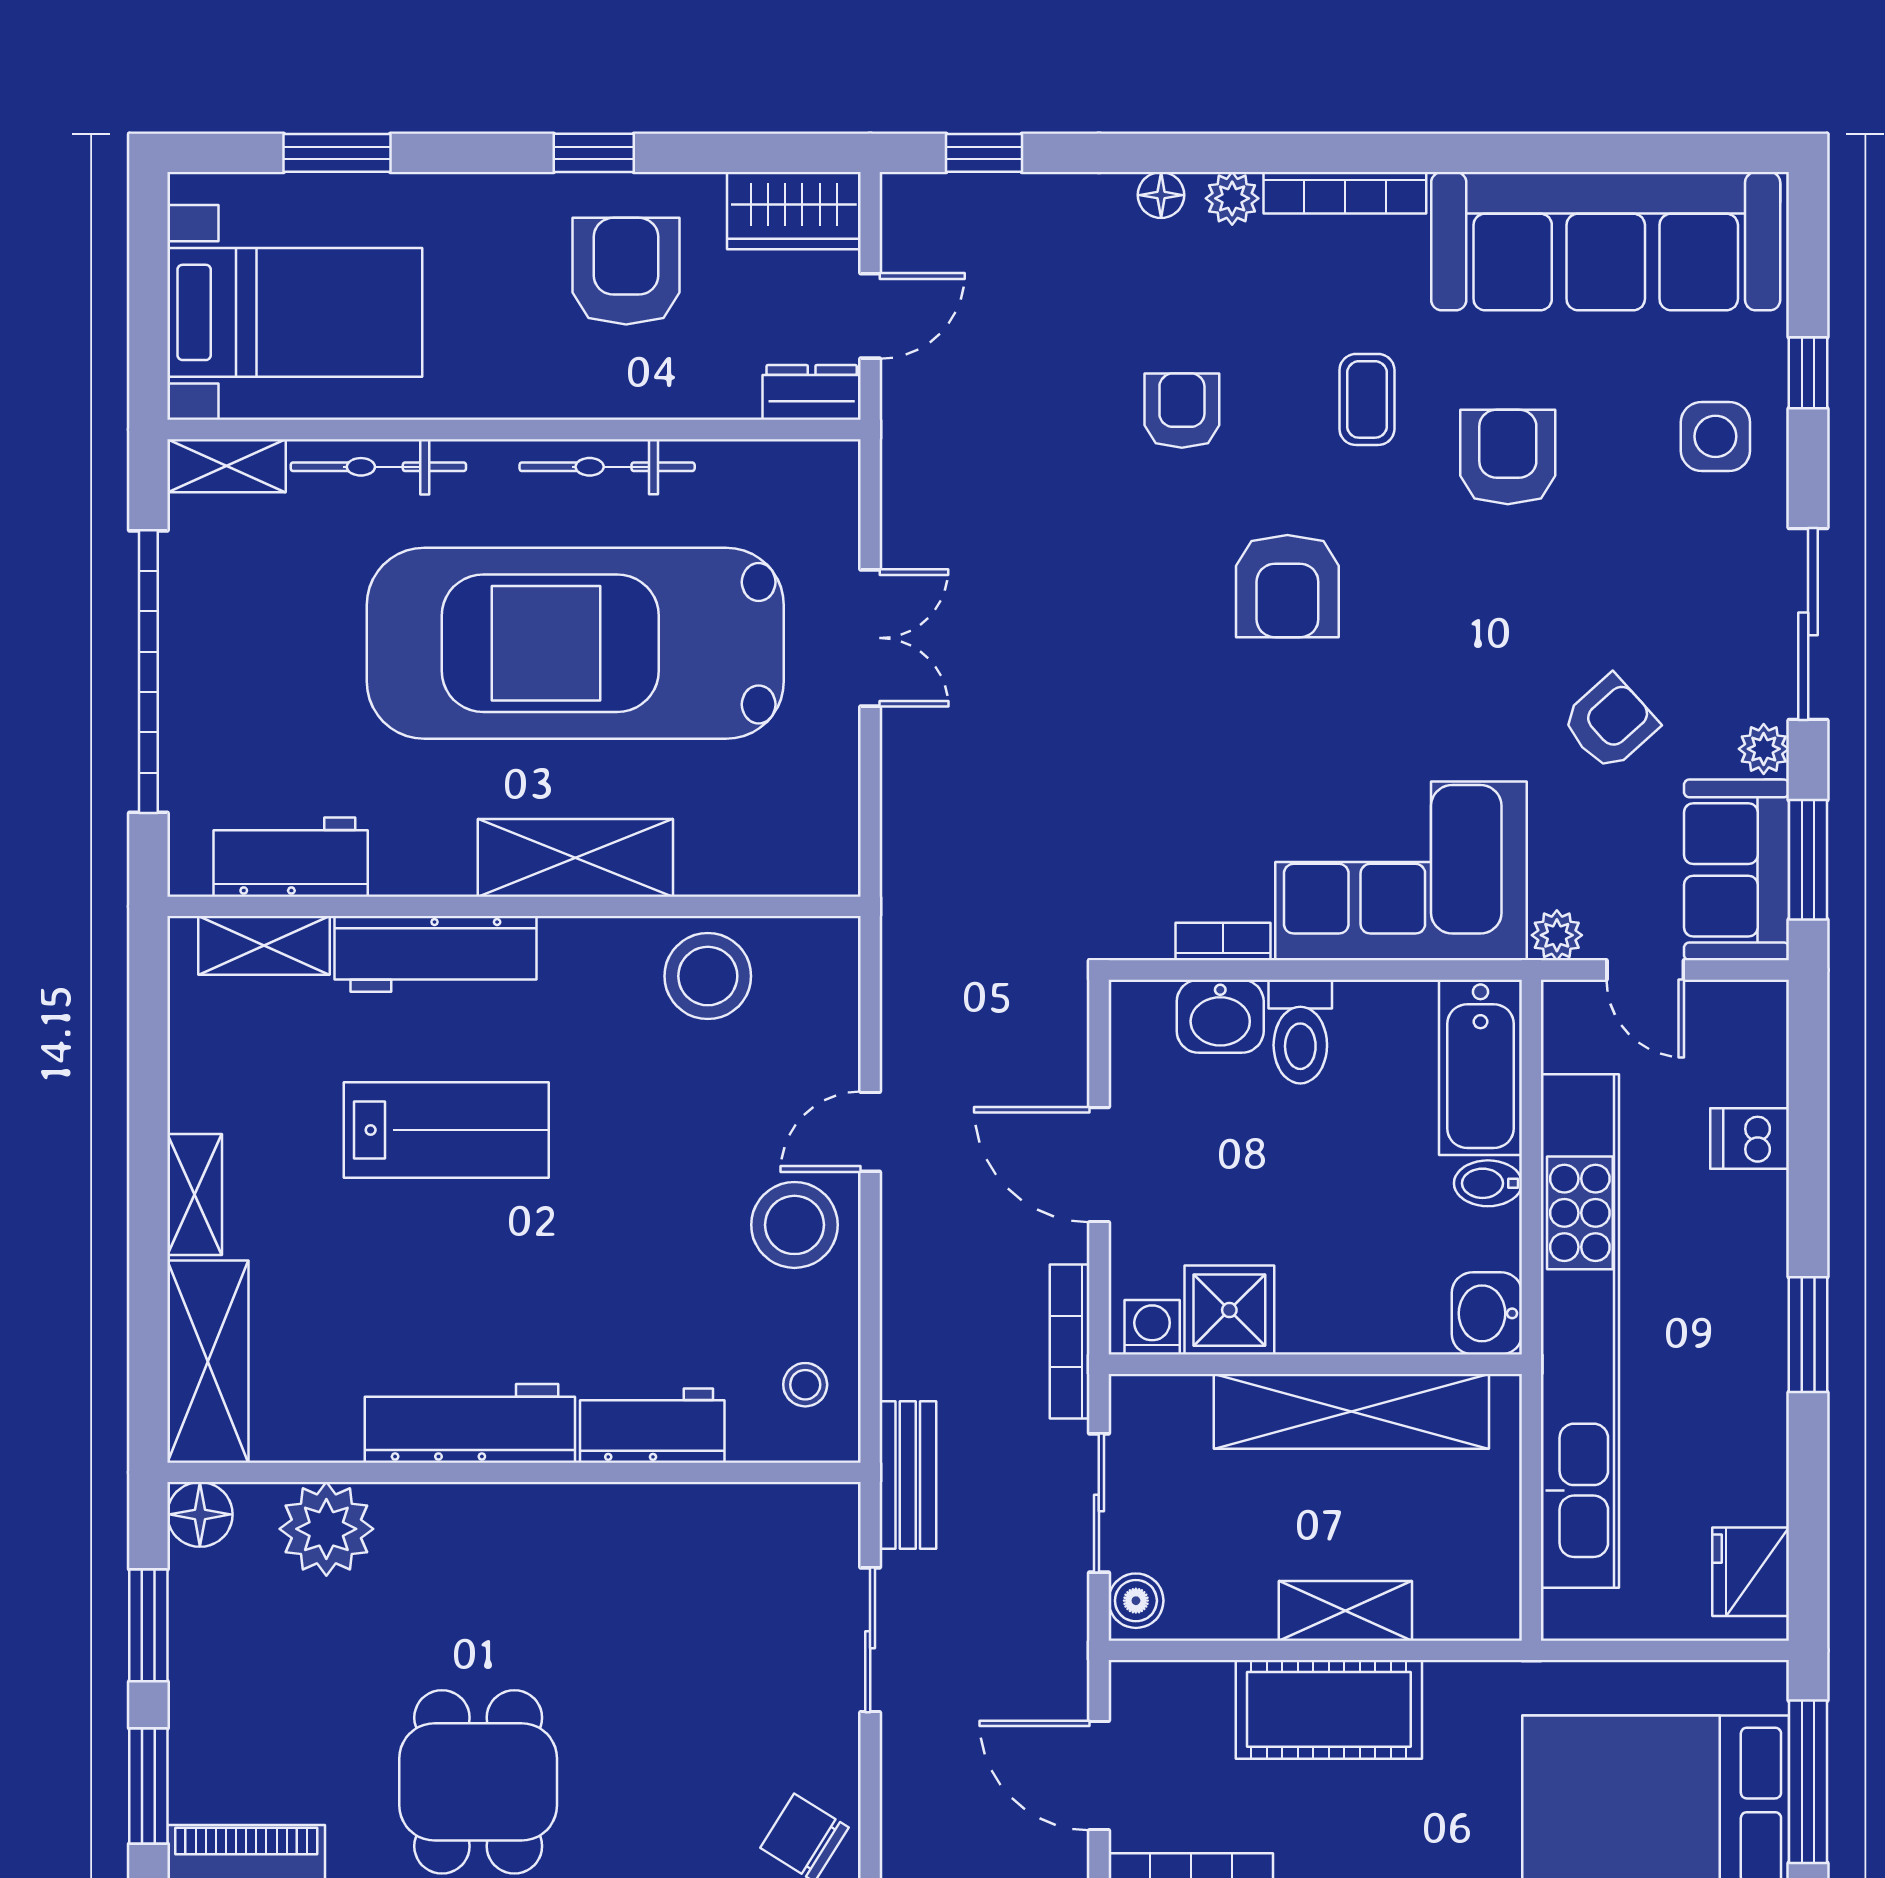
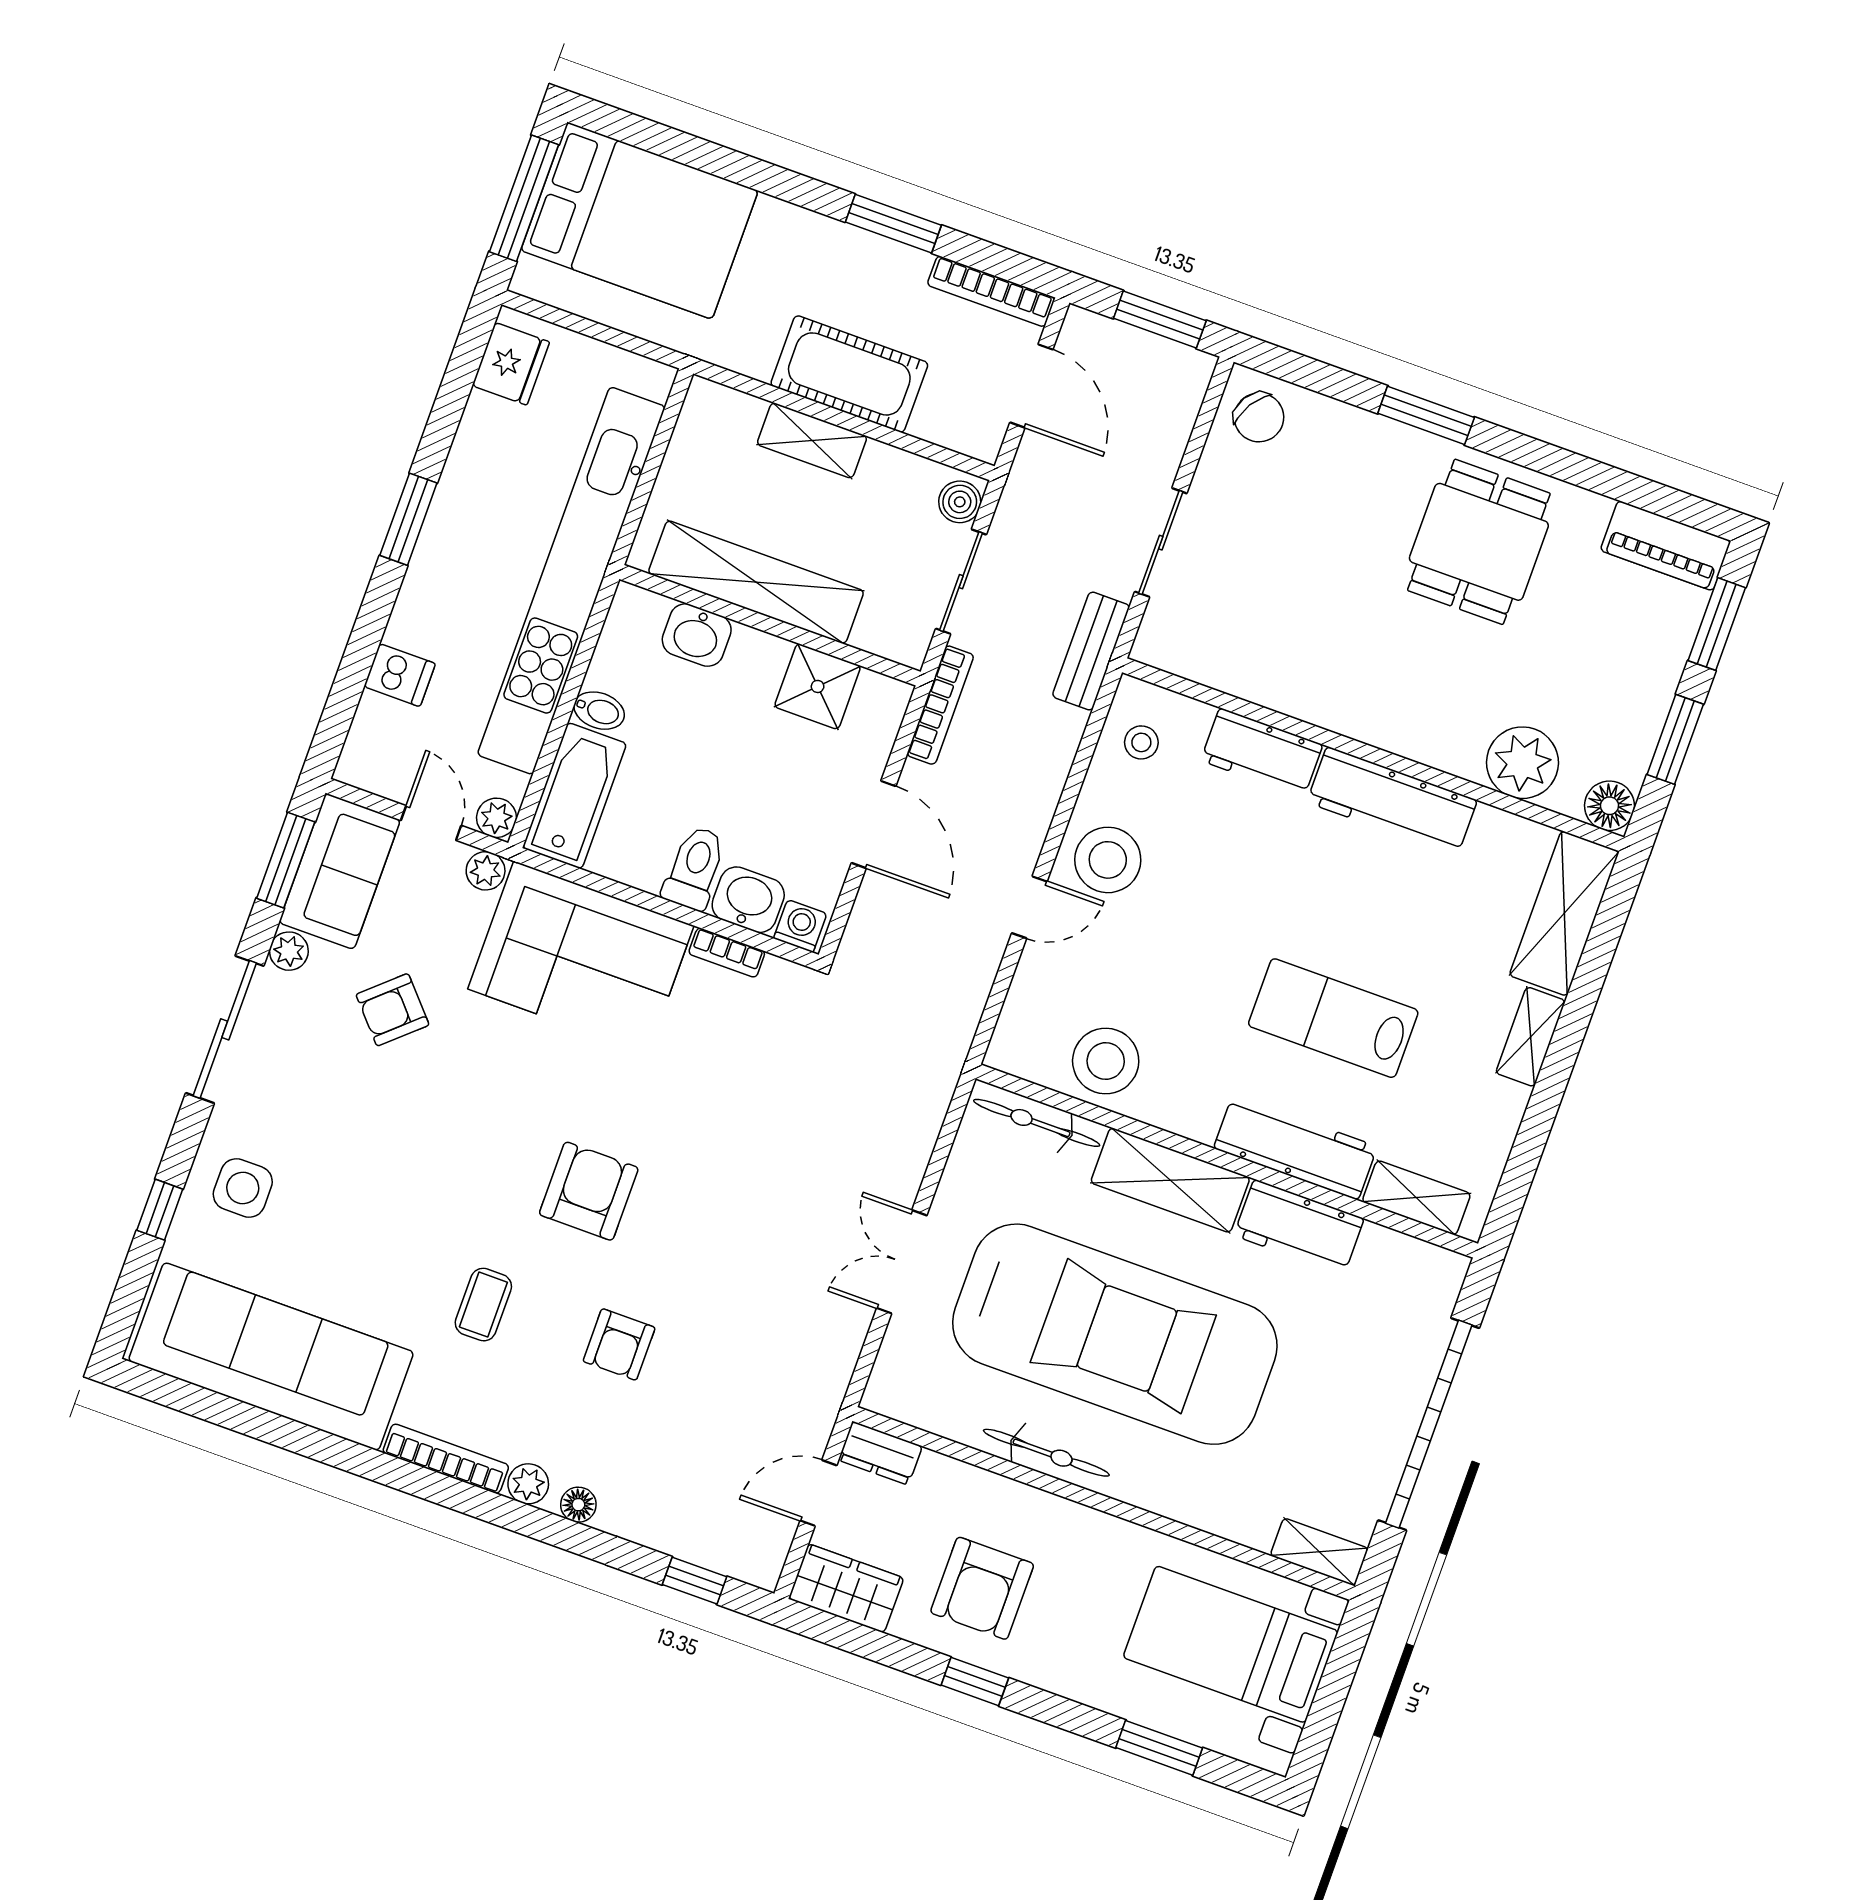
armchair: (1508, 457) -> (397, 1227), removed
bicycle: (378, 467) -> (1037, 1123), moved, turned 180
workbench: (291, 857) -> (1299, 1227), moved
plant: (1567, 1006) -> (496, 818), added
washbasin: (1487, 1313) -> (697, 635), moved, turned 90
washing machine: (1152, 1327) -> (800, 926), moved, turned 180

